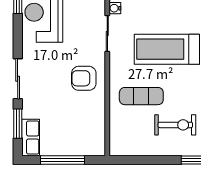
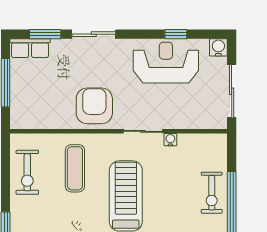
armchair: (84, 78) -> (94, 106), width x1.36, depth x1.36
exercise bike: (175, 125) -> (27, 172), moved

